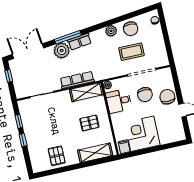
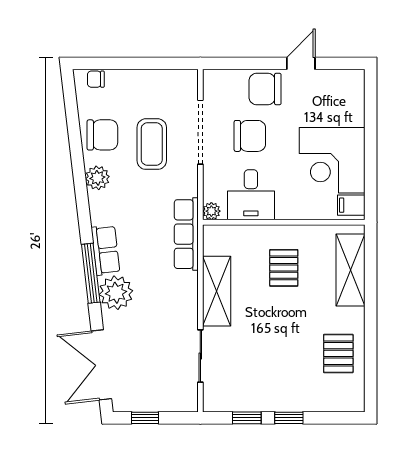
row of seats: (77, 80) -> (186, 234), moved
shelving: (86, 92) -> (217, 291), moved
pallet: (57, 156) -> (338, 353), turned 90

